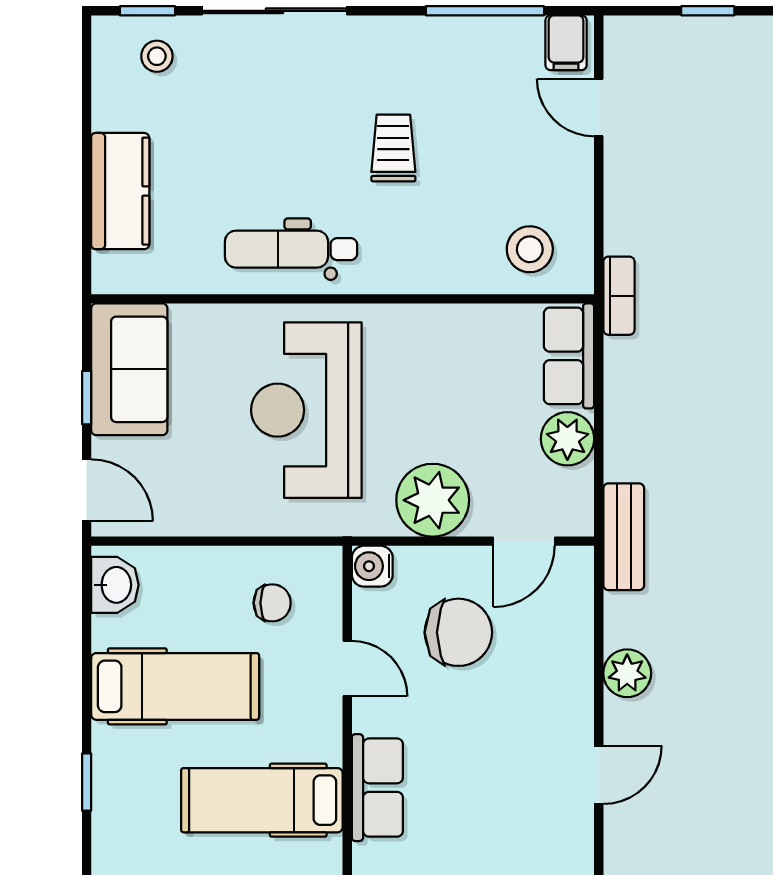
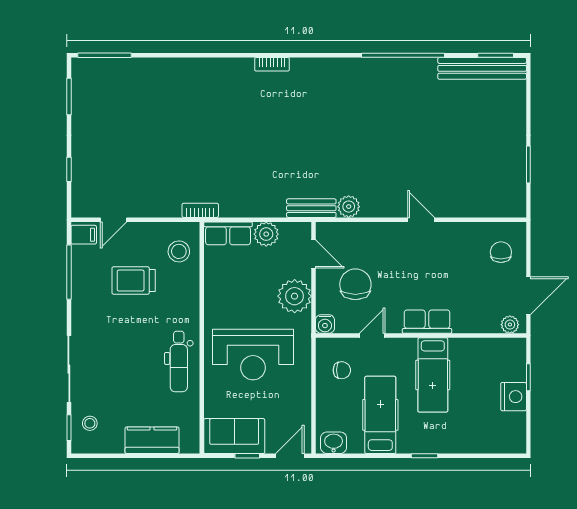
trolley: (393, 148) -> (134, 281), moved, width x1.36, depth x1.39
chair: (272, 603) -> (342, 370), turned 90
plant: (627, 673) -> (349, 207), moved

